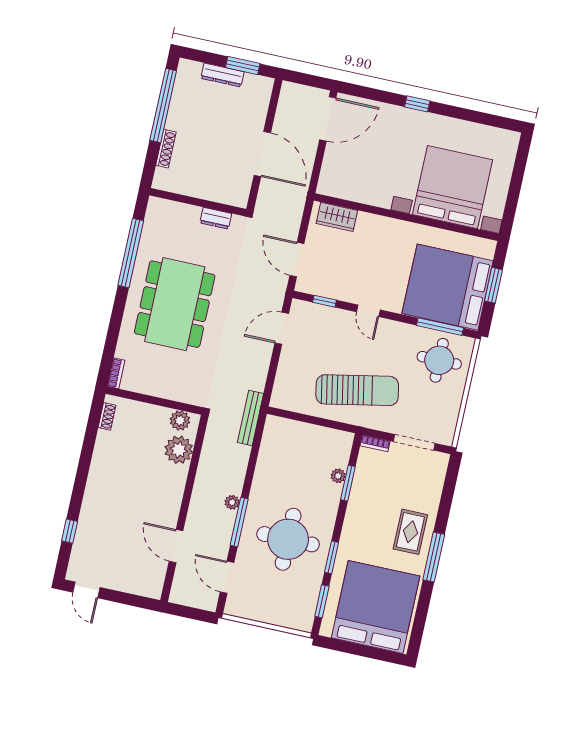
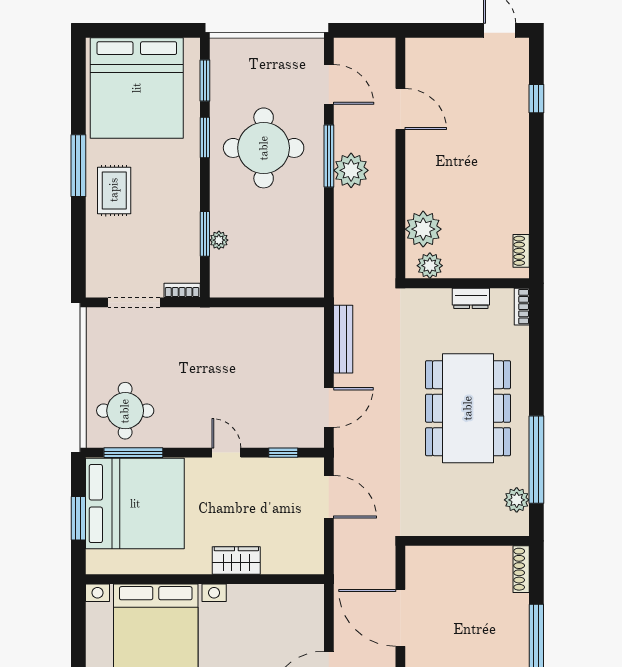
shoe rack: (166, 149) -> (521, 569), moved
wardrobe: (337, 217) -> (236, 560), moved
dresser: (216, 218) -> (471, 298), moved, turned 180
plant: (153, 225) -> (517, 500), added
sun lounger: (357, 390) -> (219, 351), removed
bench: (250, 418) -> (343, 339), moved
plant: (232, 502) -> (351, 170), width x1.88, depth x1.88

